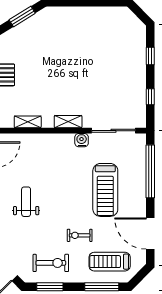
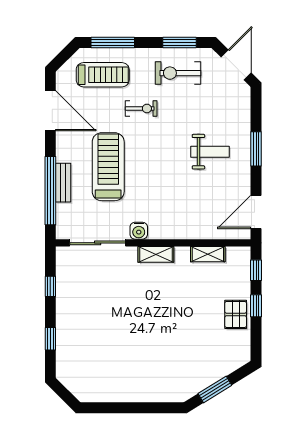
bench: (140, 178) -> (63, 183), added
weight bench: (26, 202) -> (210, 152), turned -90

